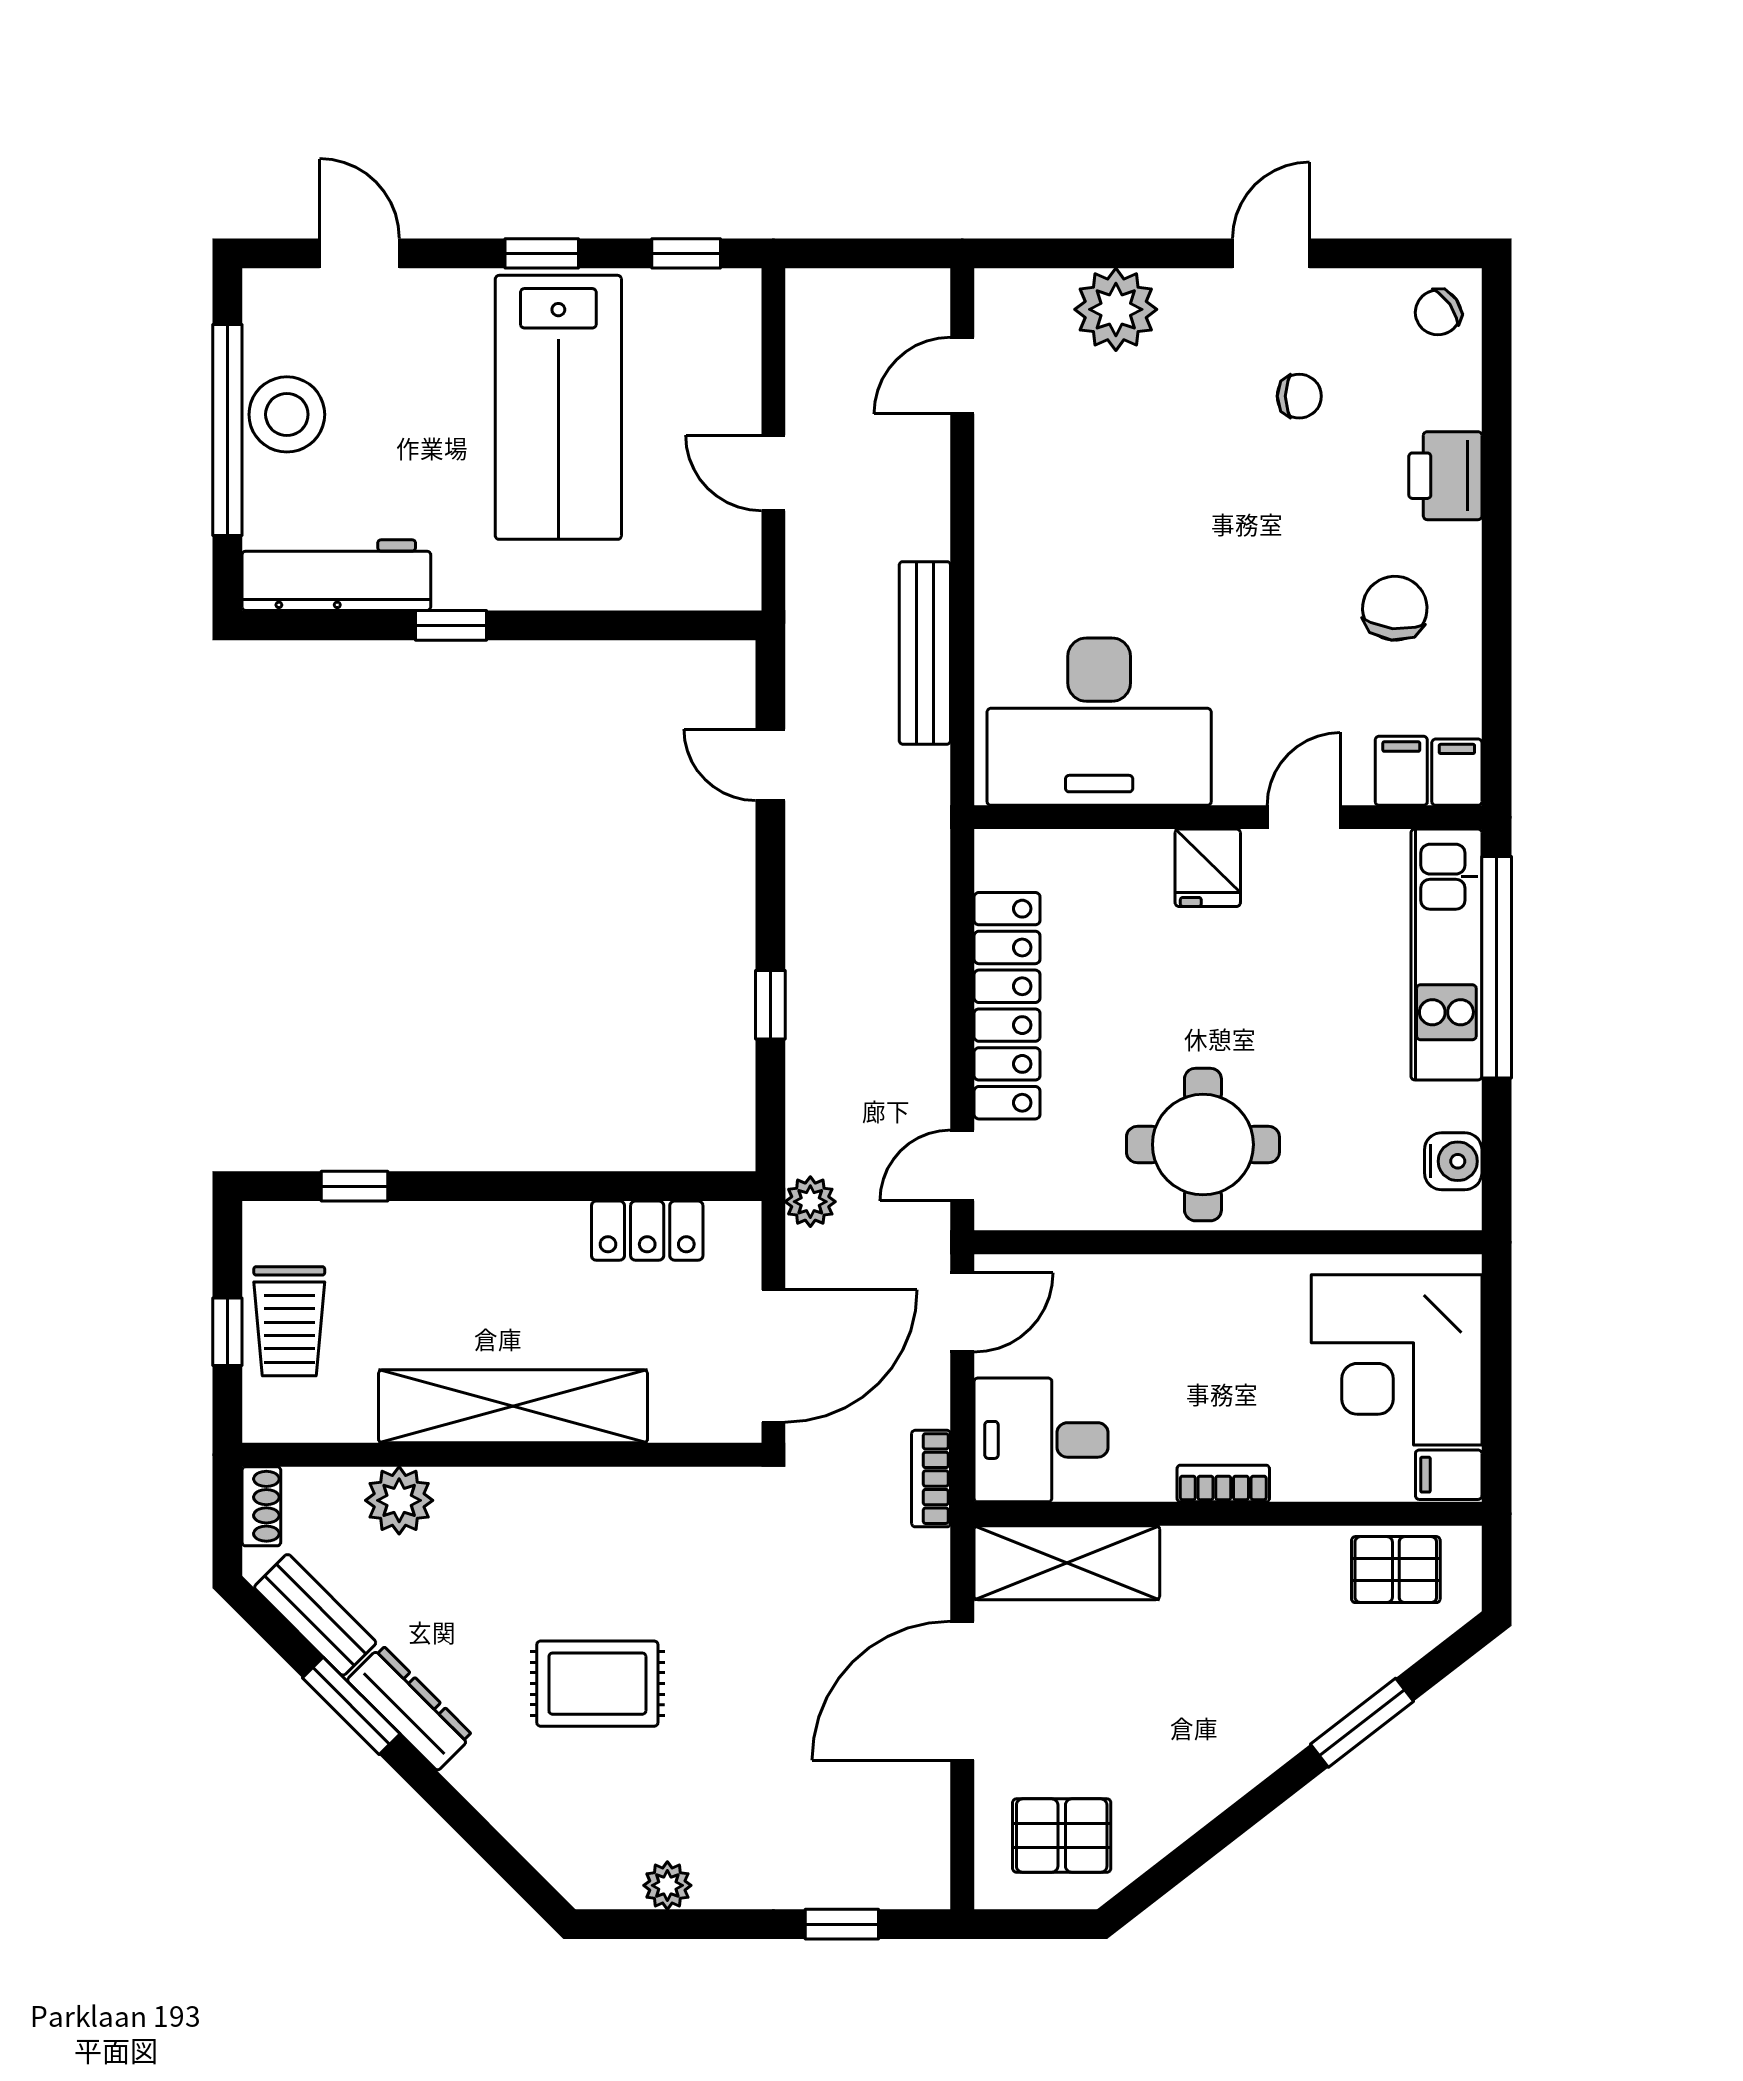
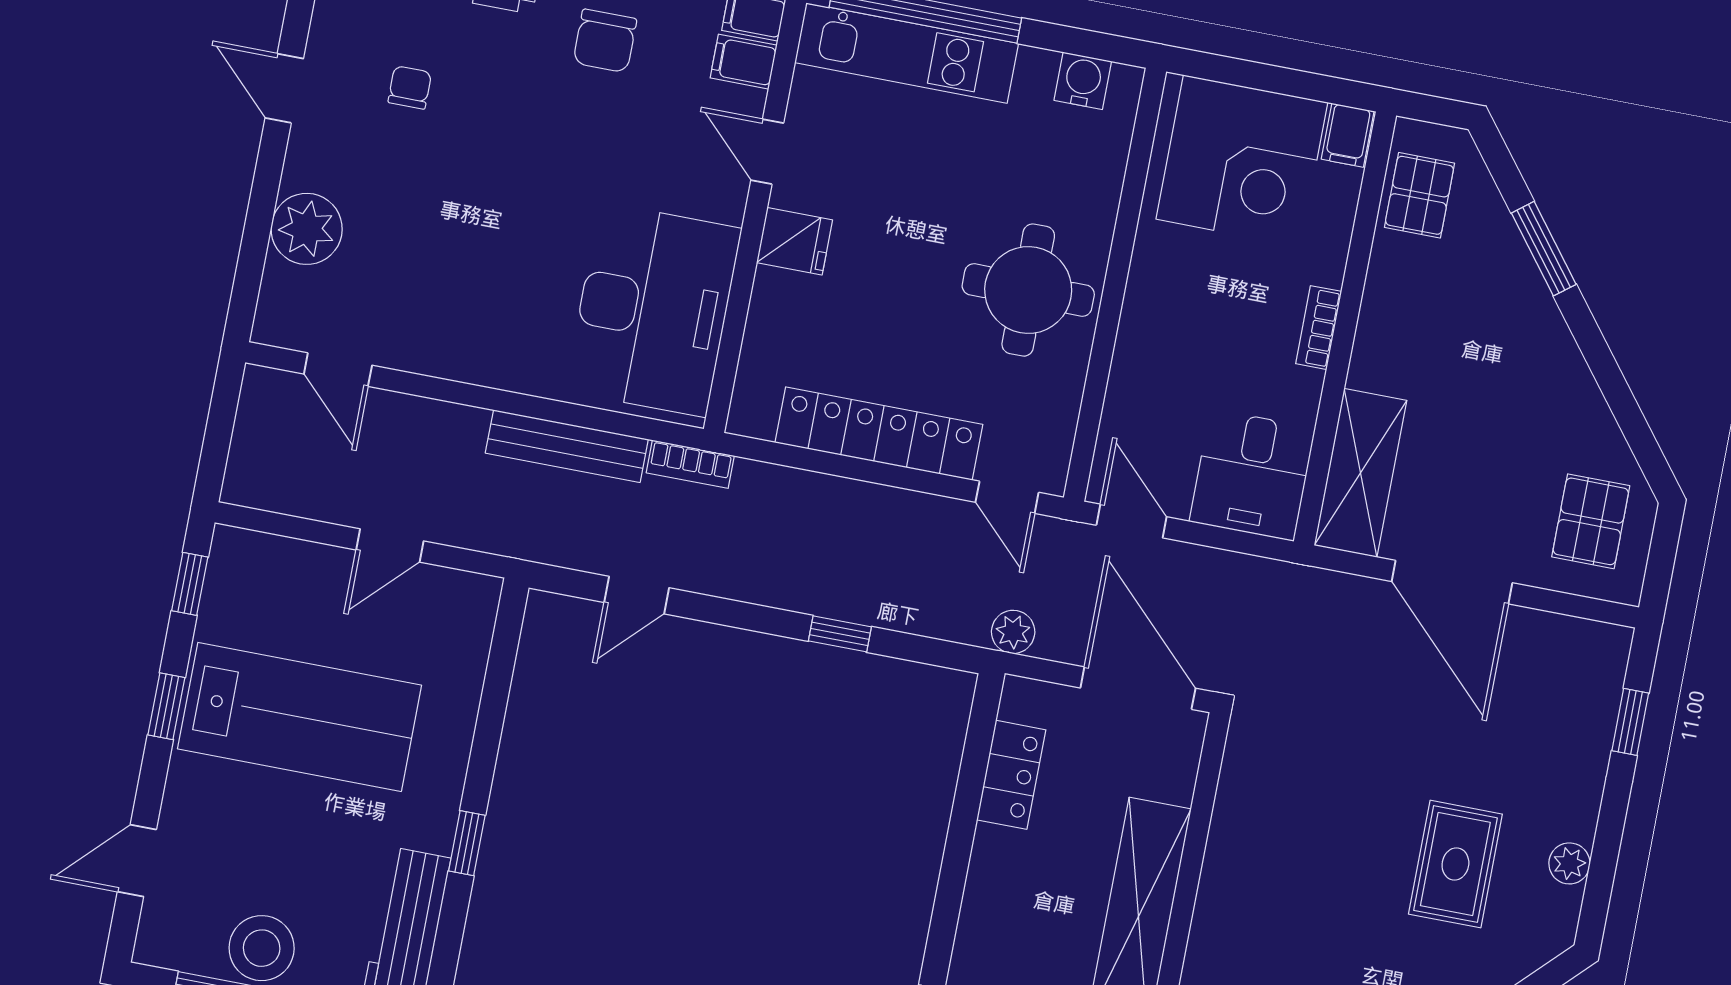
chair: (1395, 608) -> (605, 41), turned -96
bookcase: (931, 1479) -> (690, 464), moved
rug: (597, 1684) -> (1455, 864), moved

